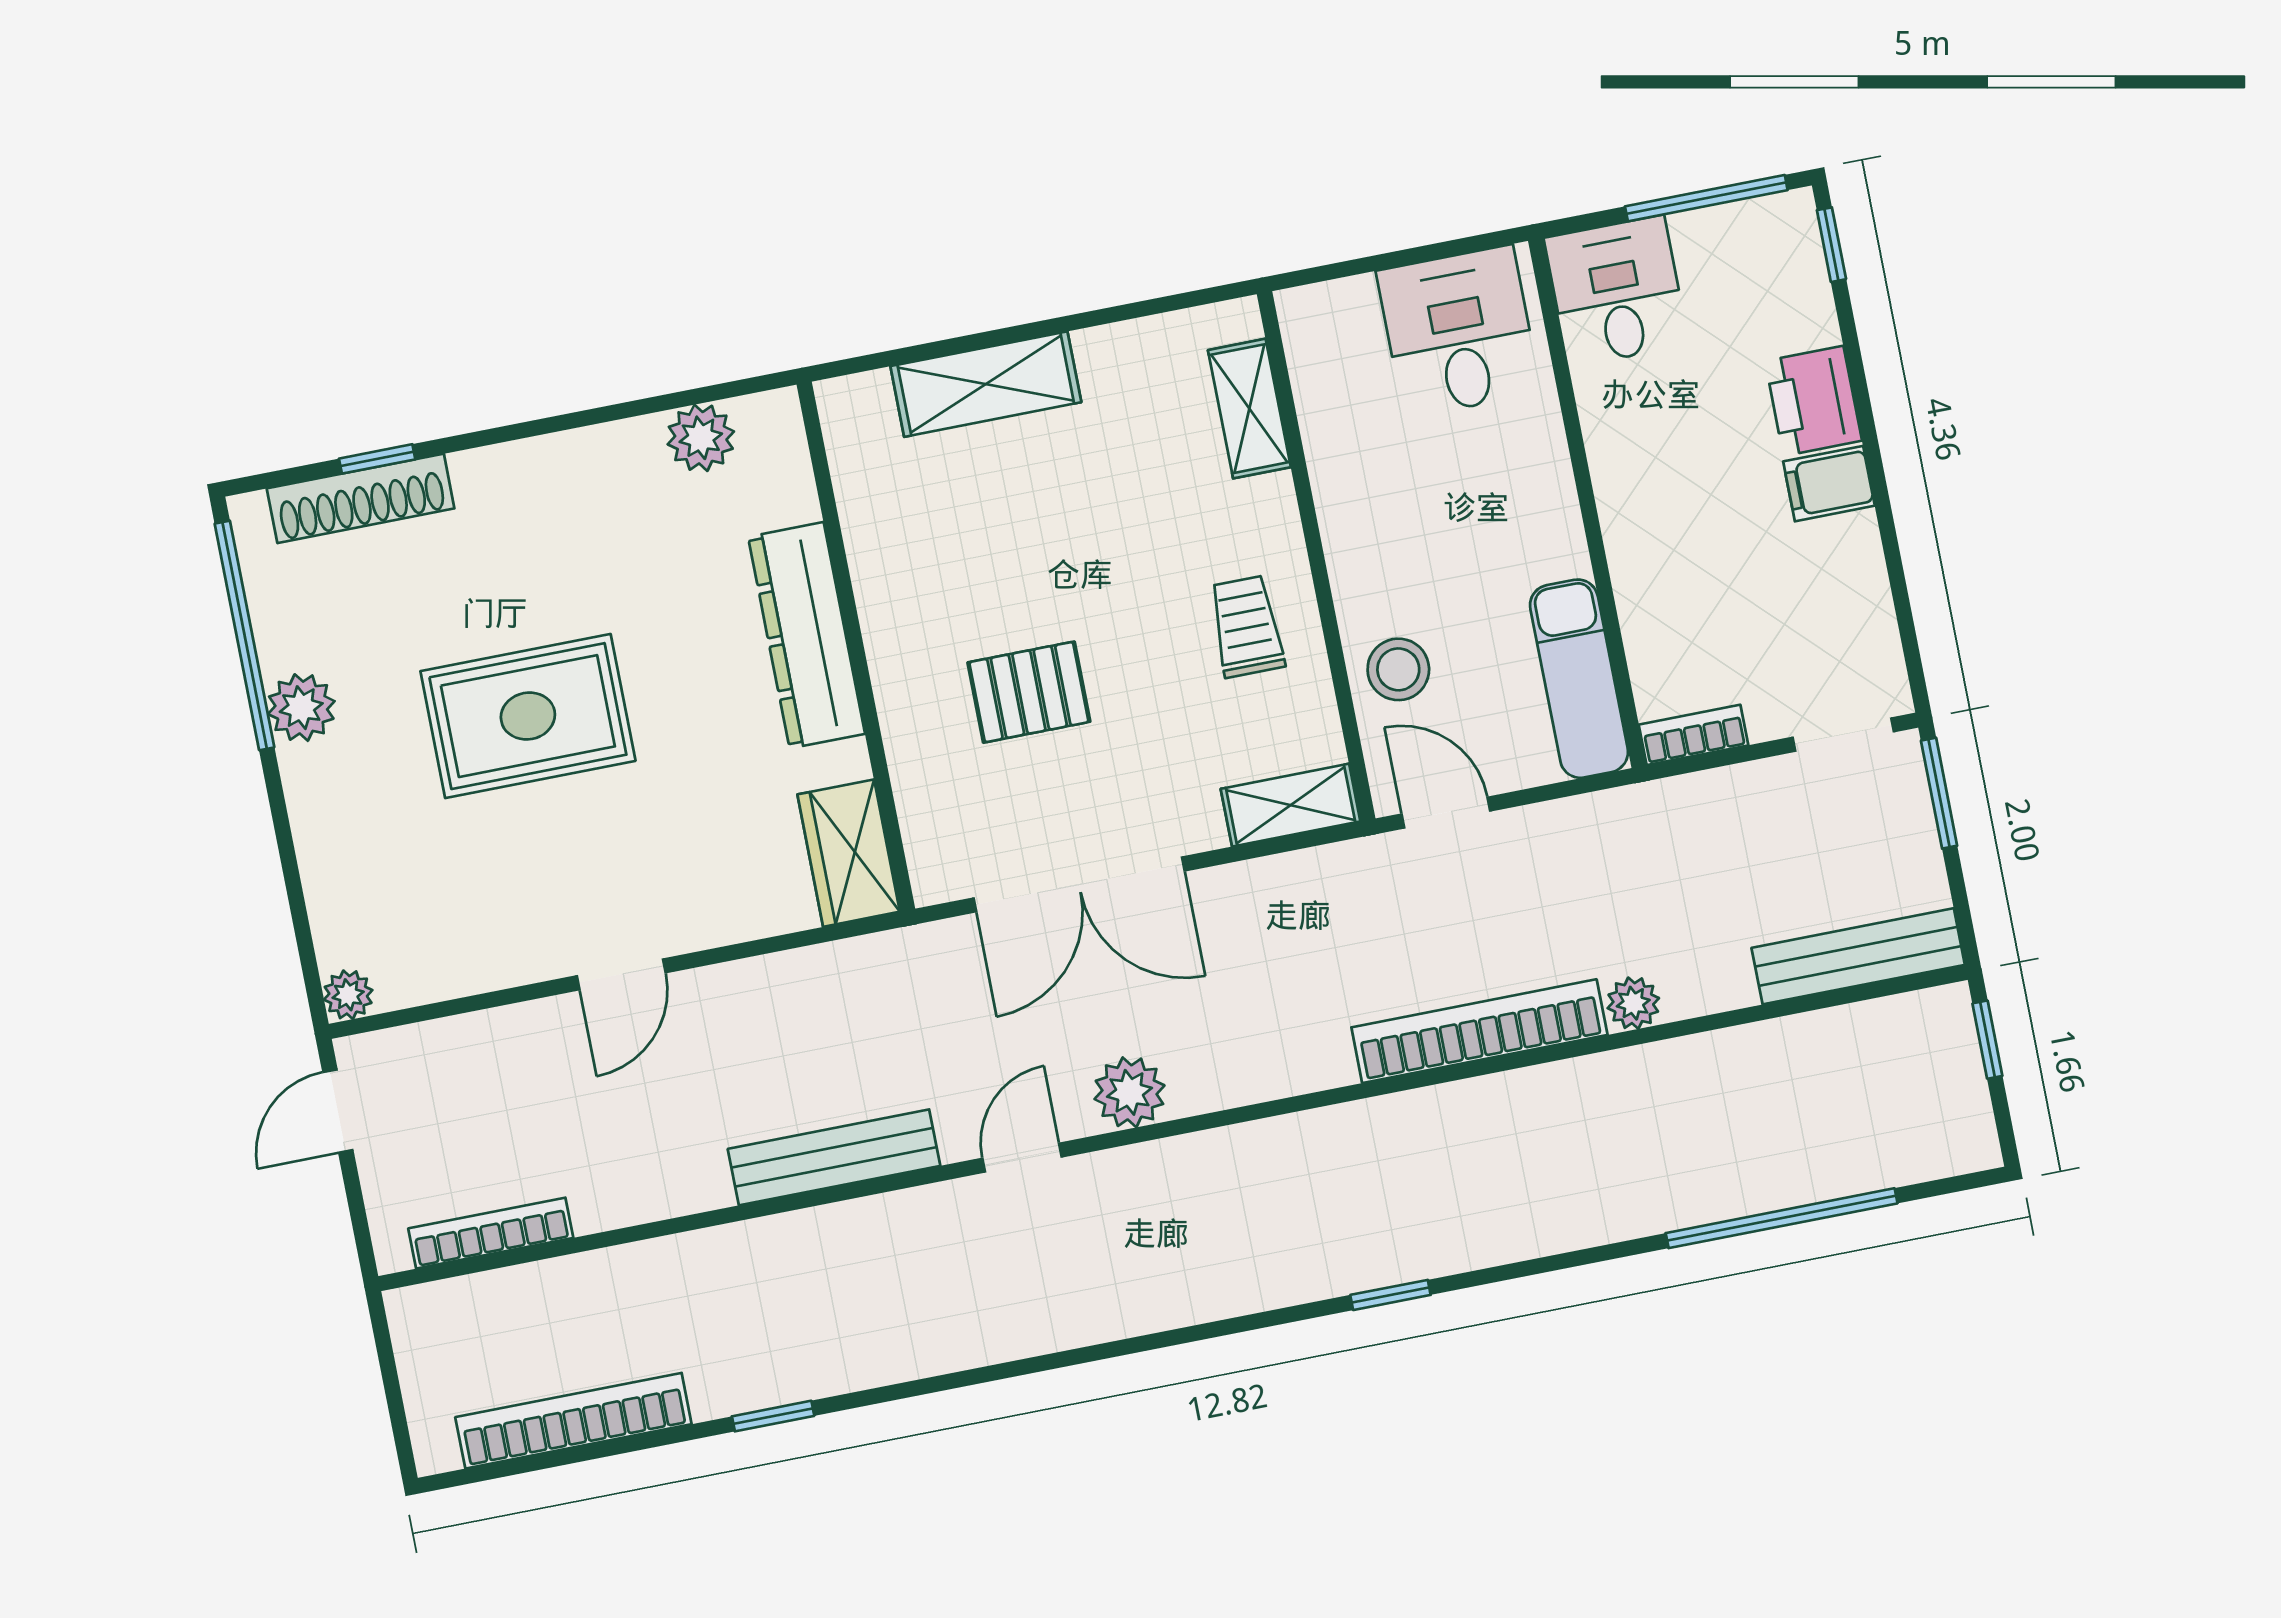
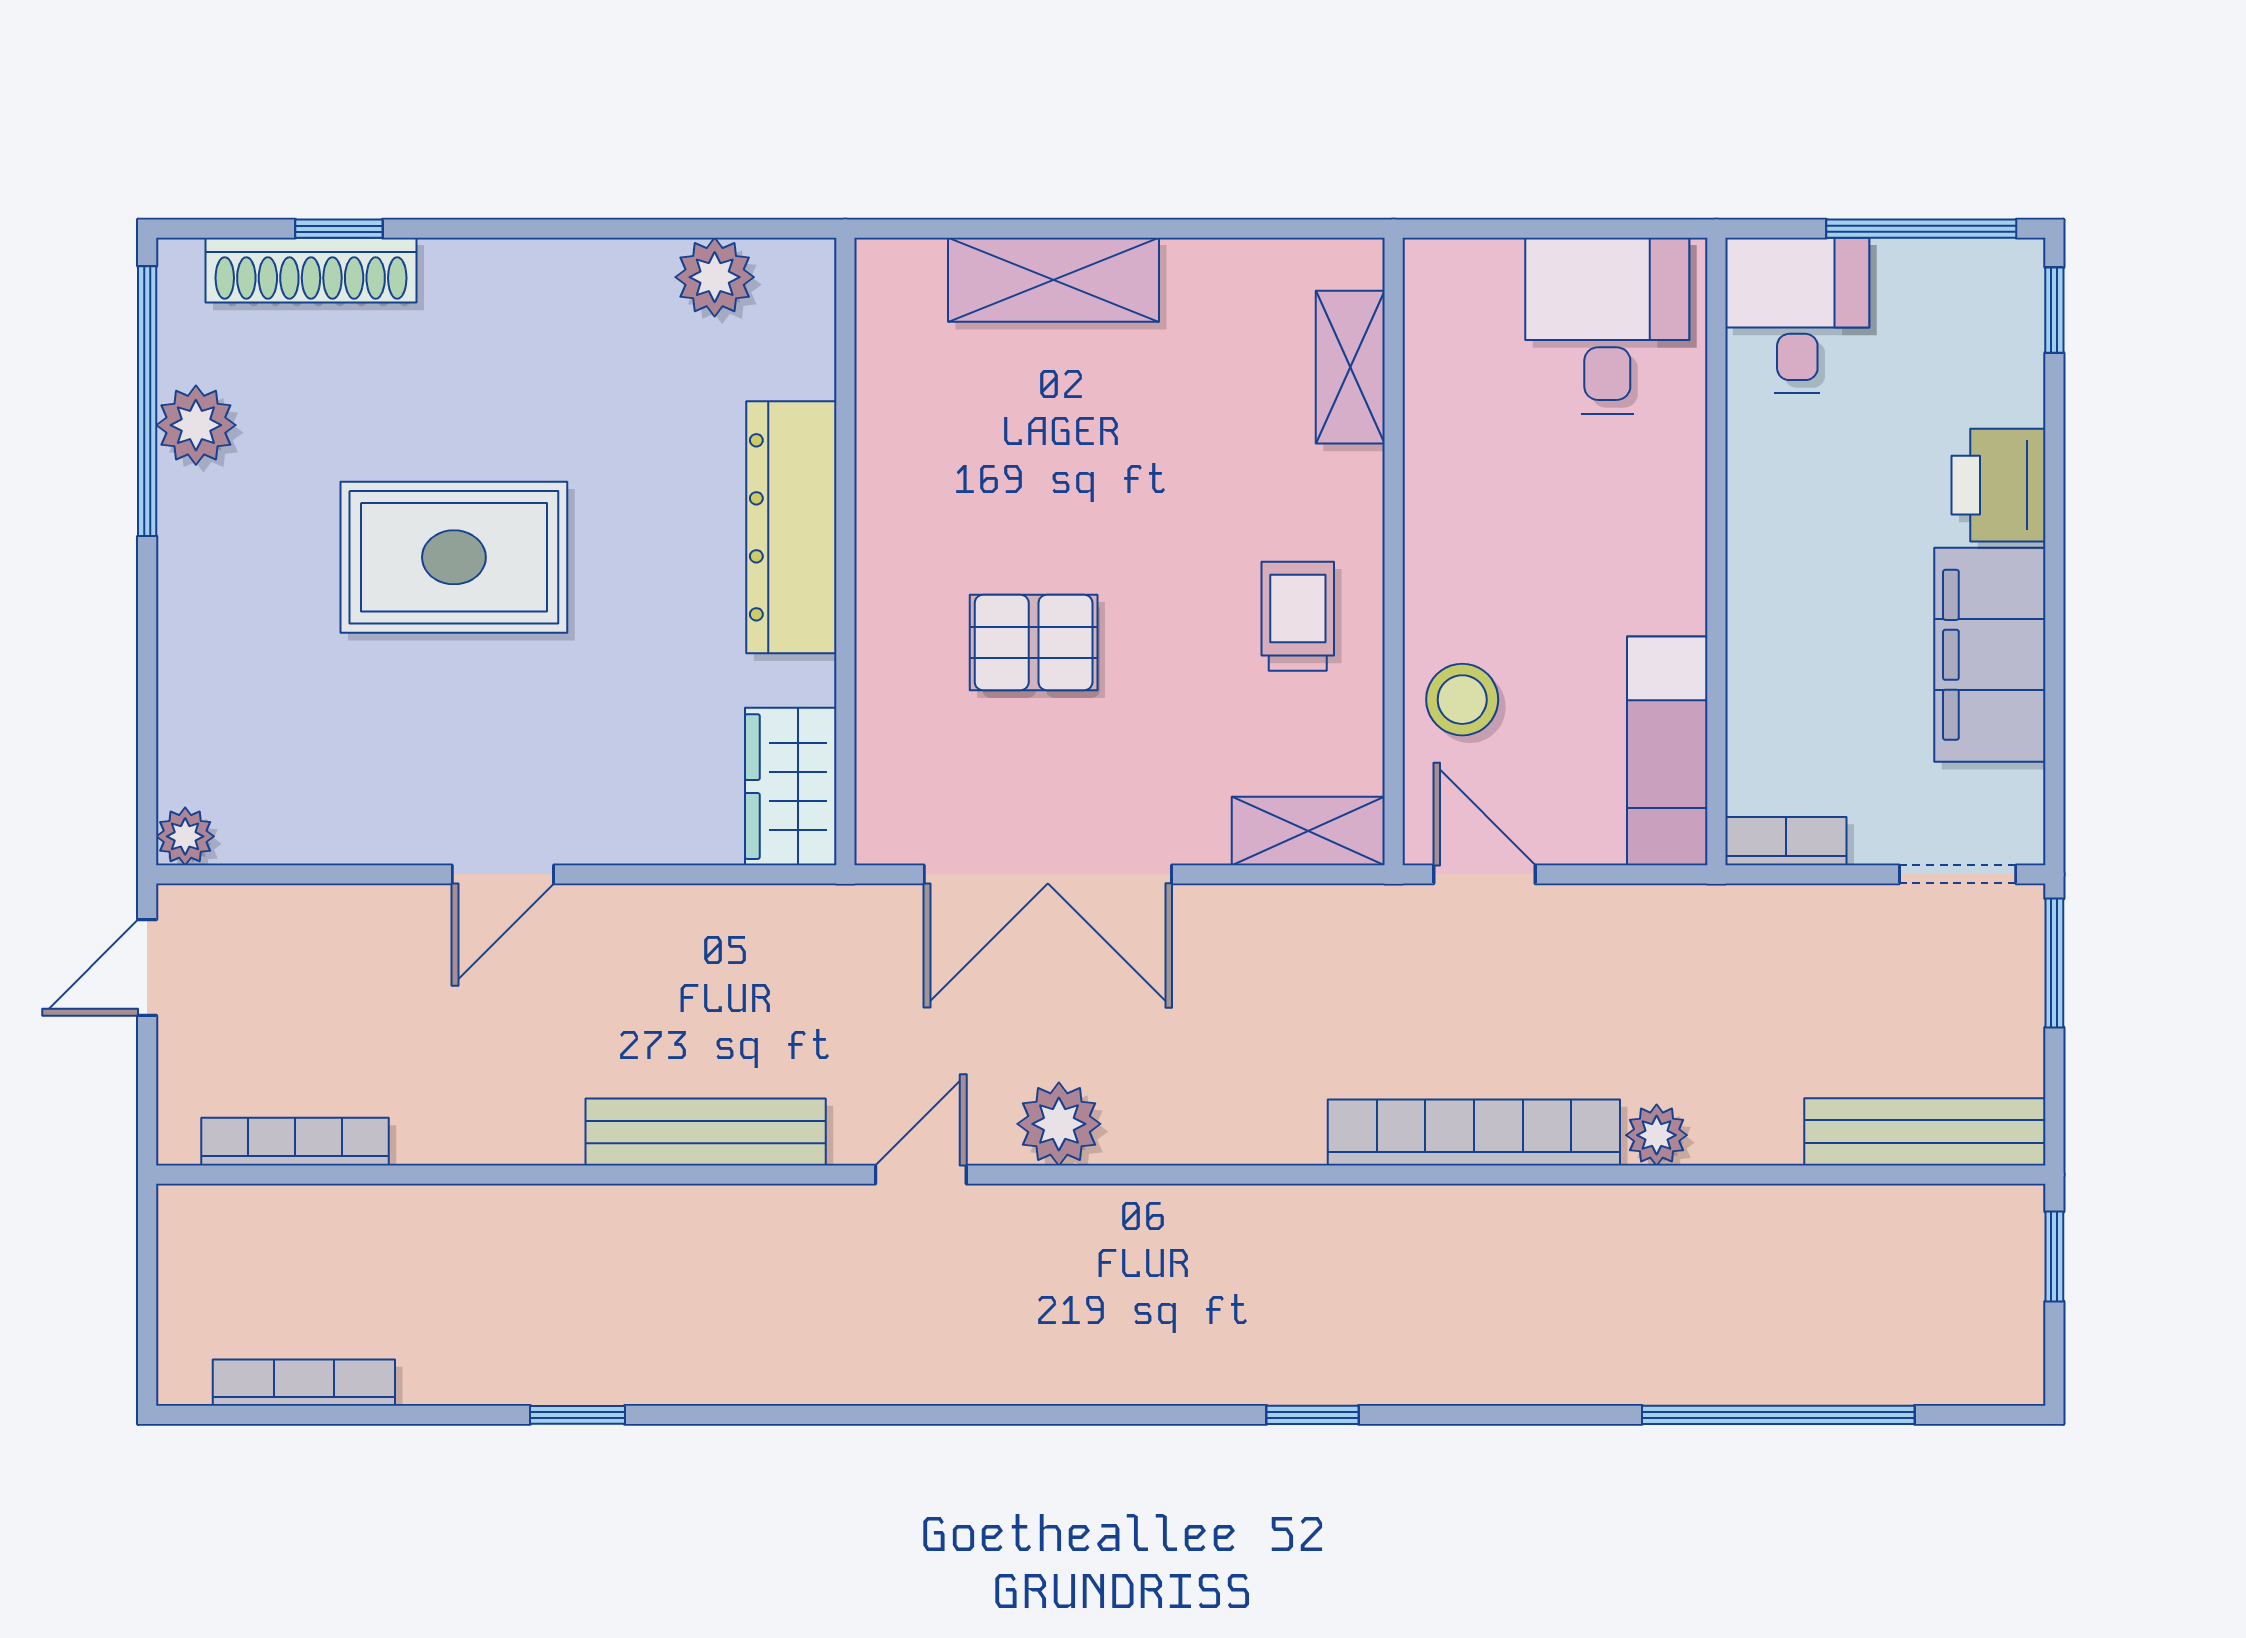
filing cabinet: (1829, 484) -> (1990, 655), width x3.00, depth x1.17
plant: (301, 708) -> (196, 425), moved
bookcase: (573, 1421) -> (304, 1383), width x0.68, depth x0.76

